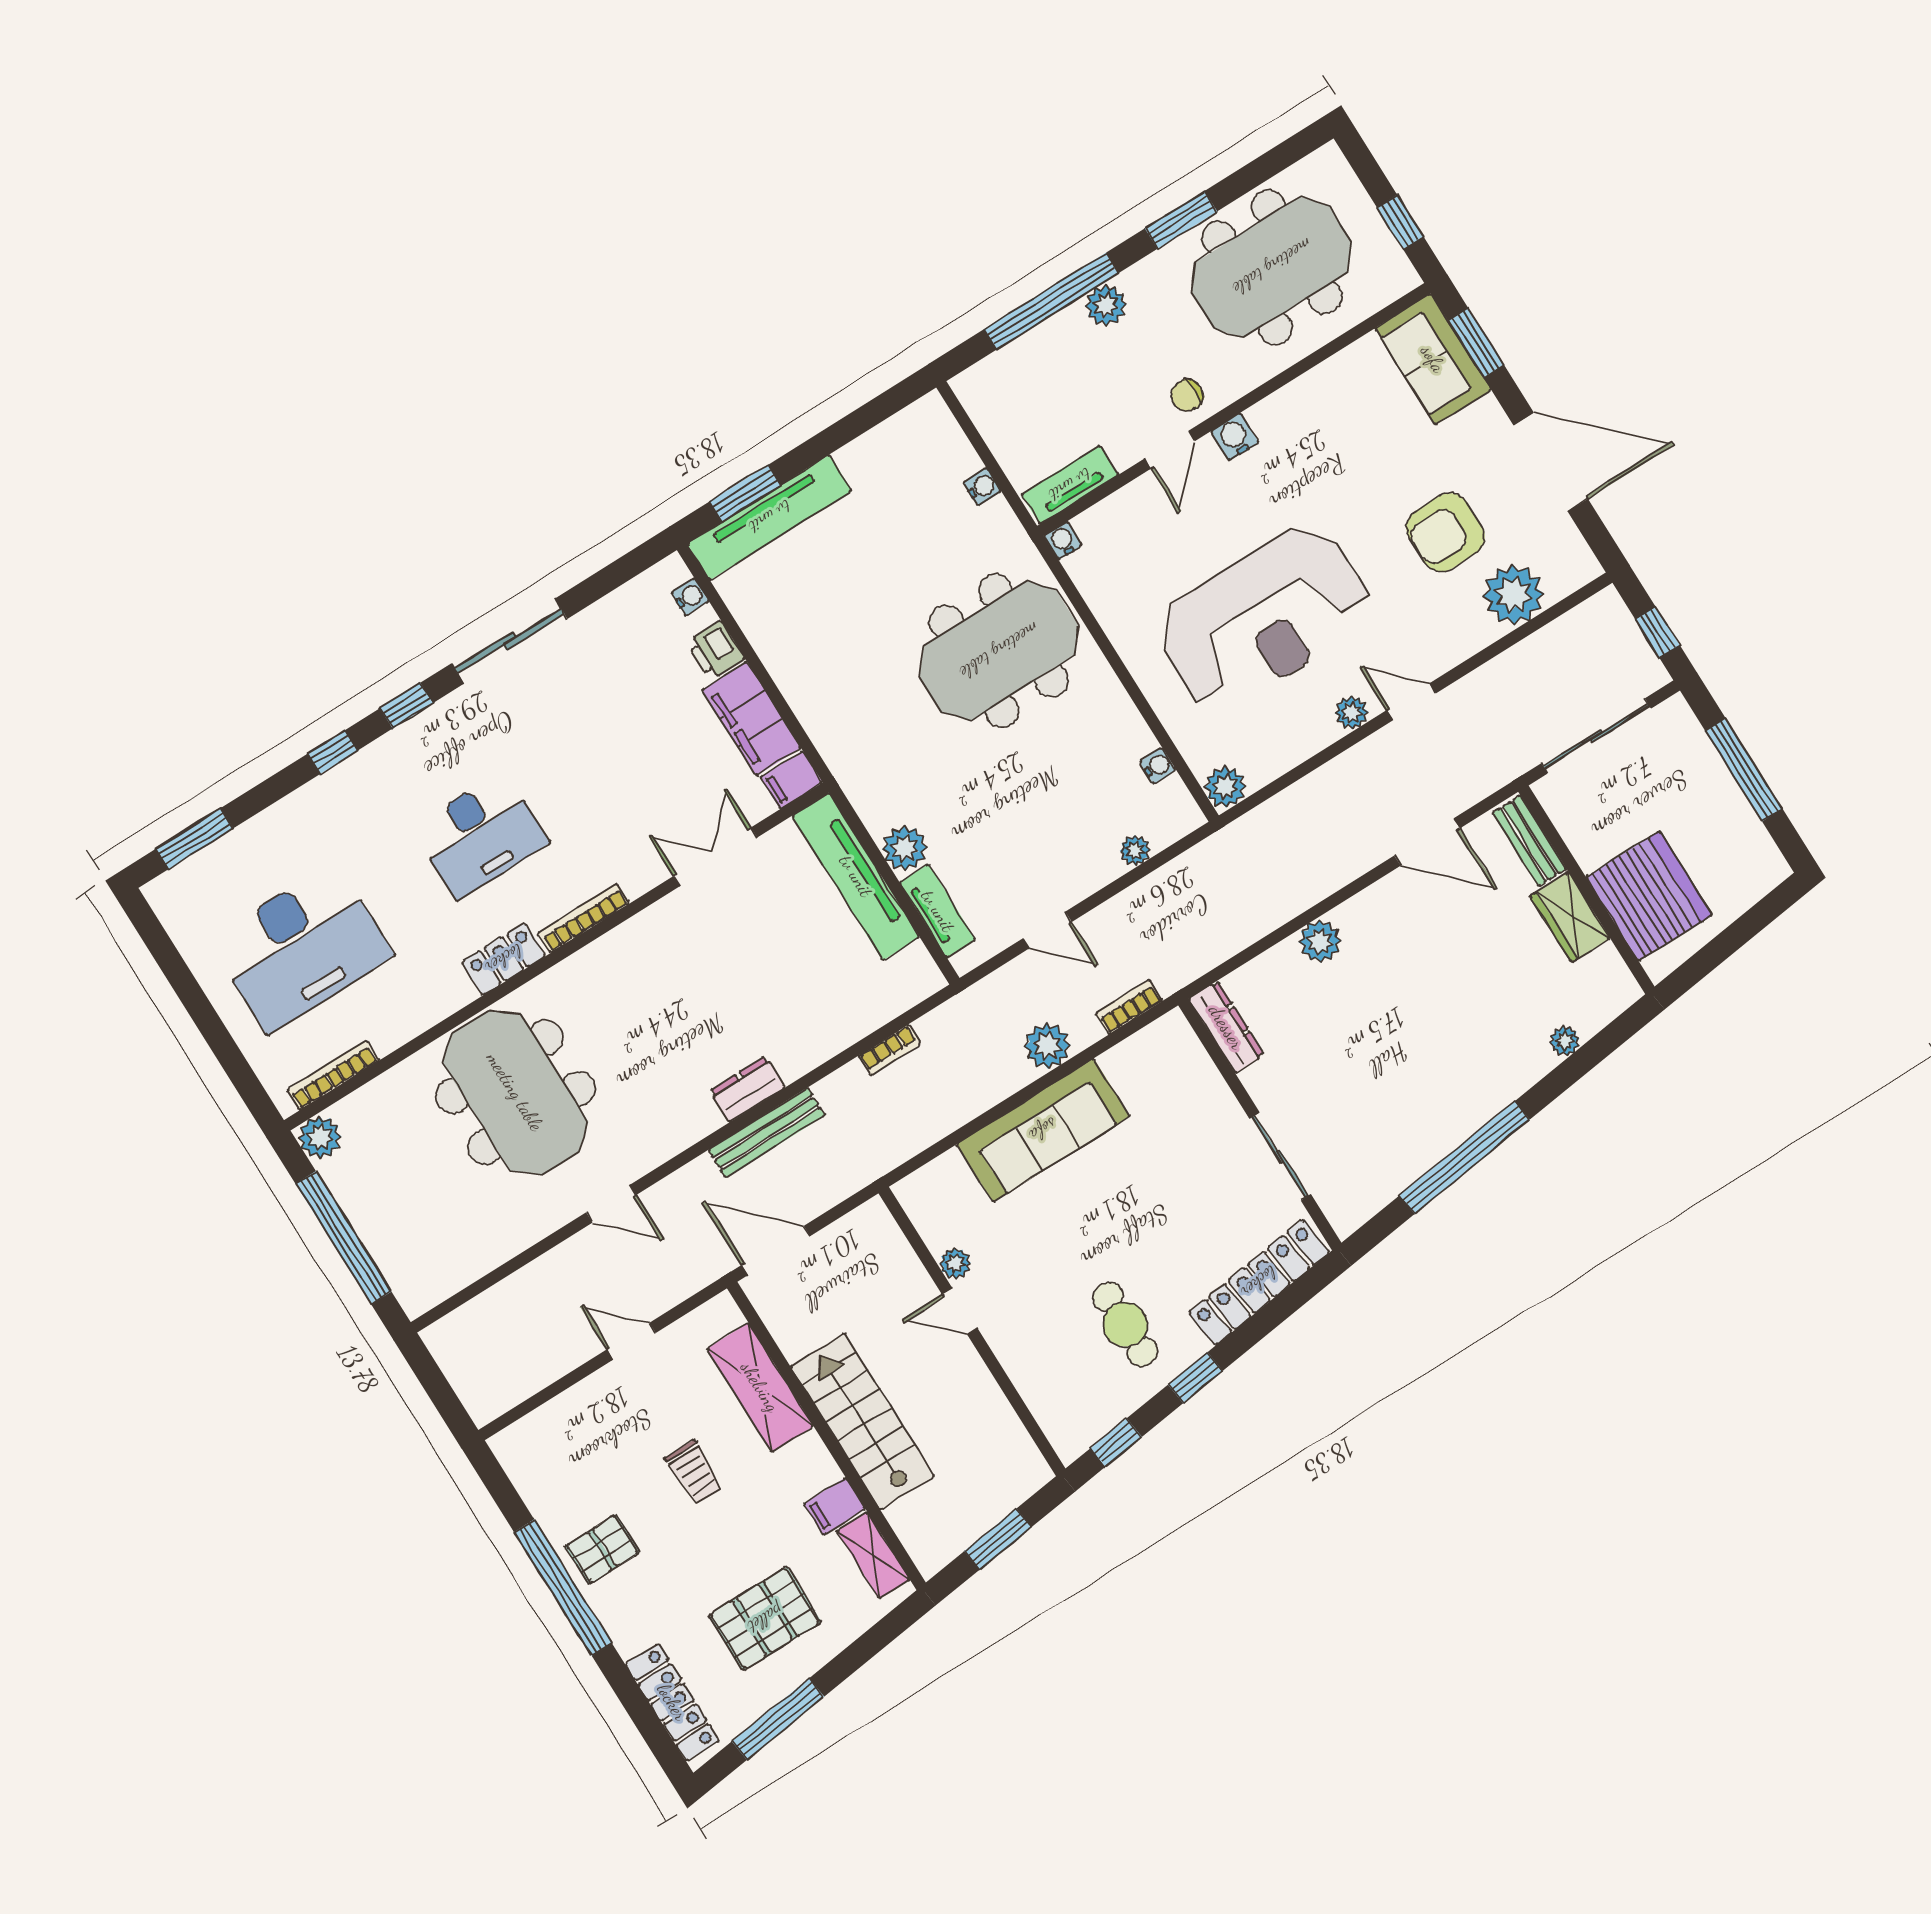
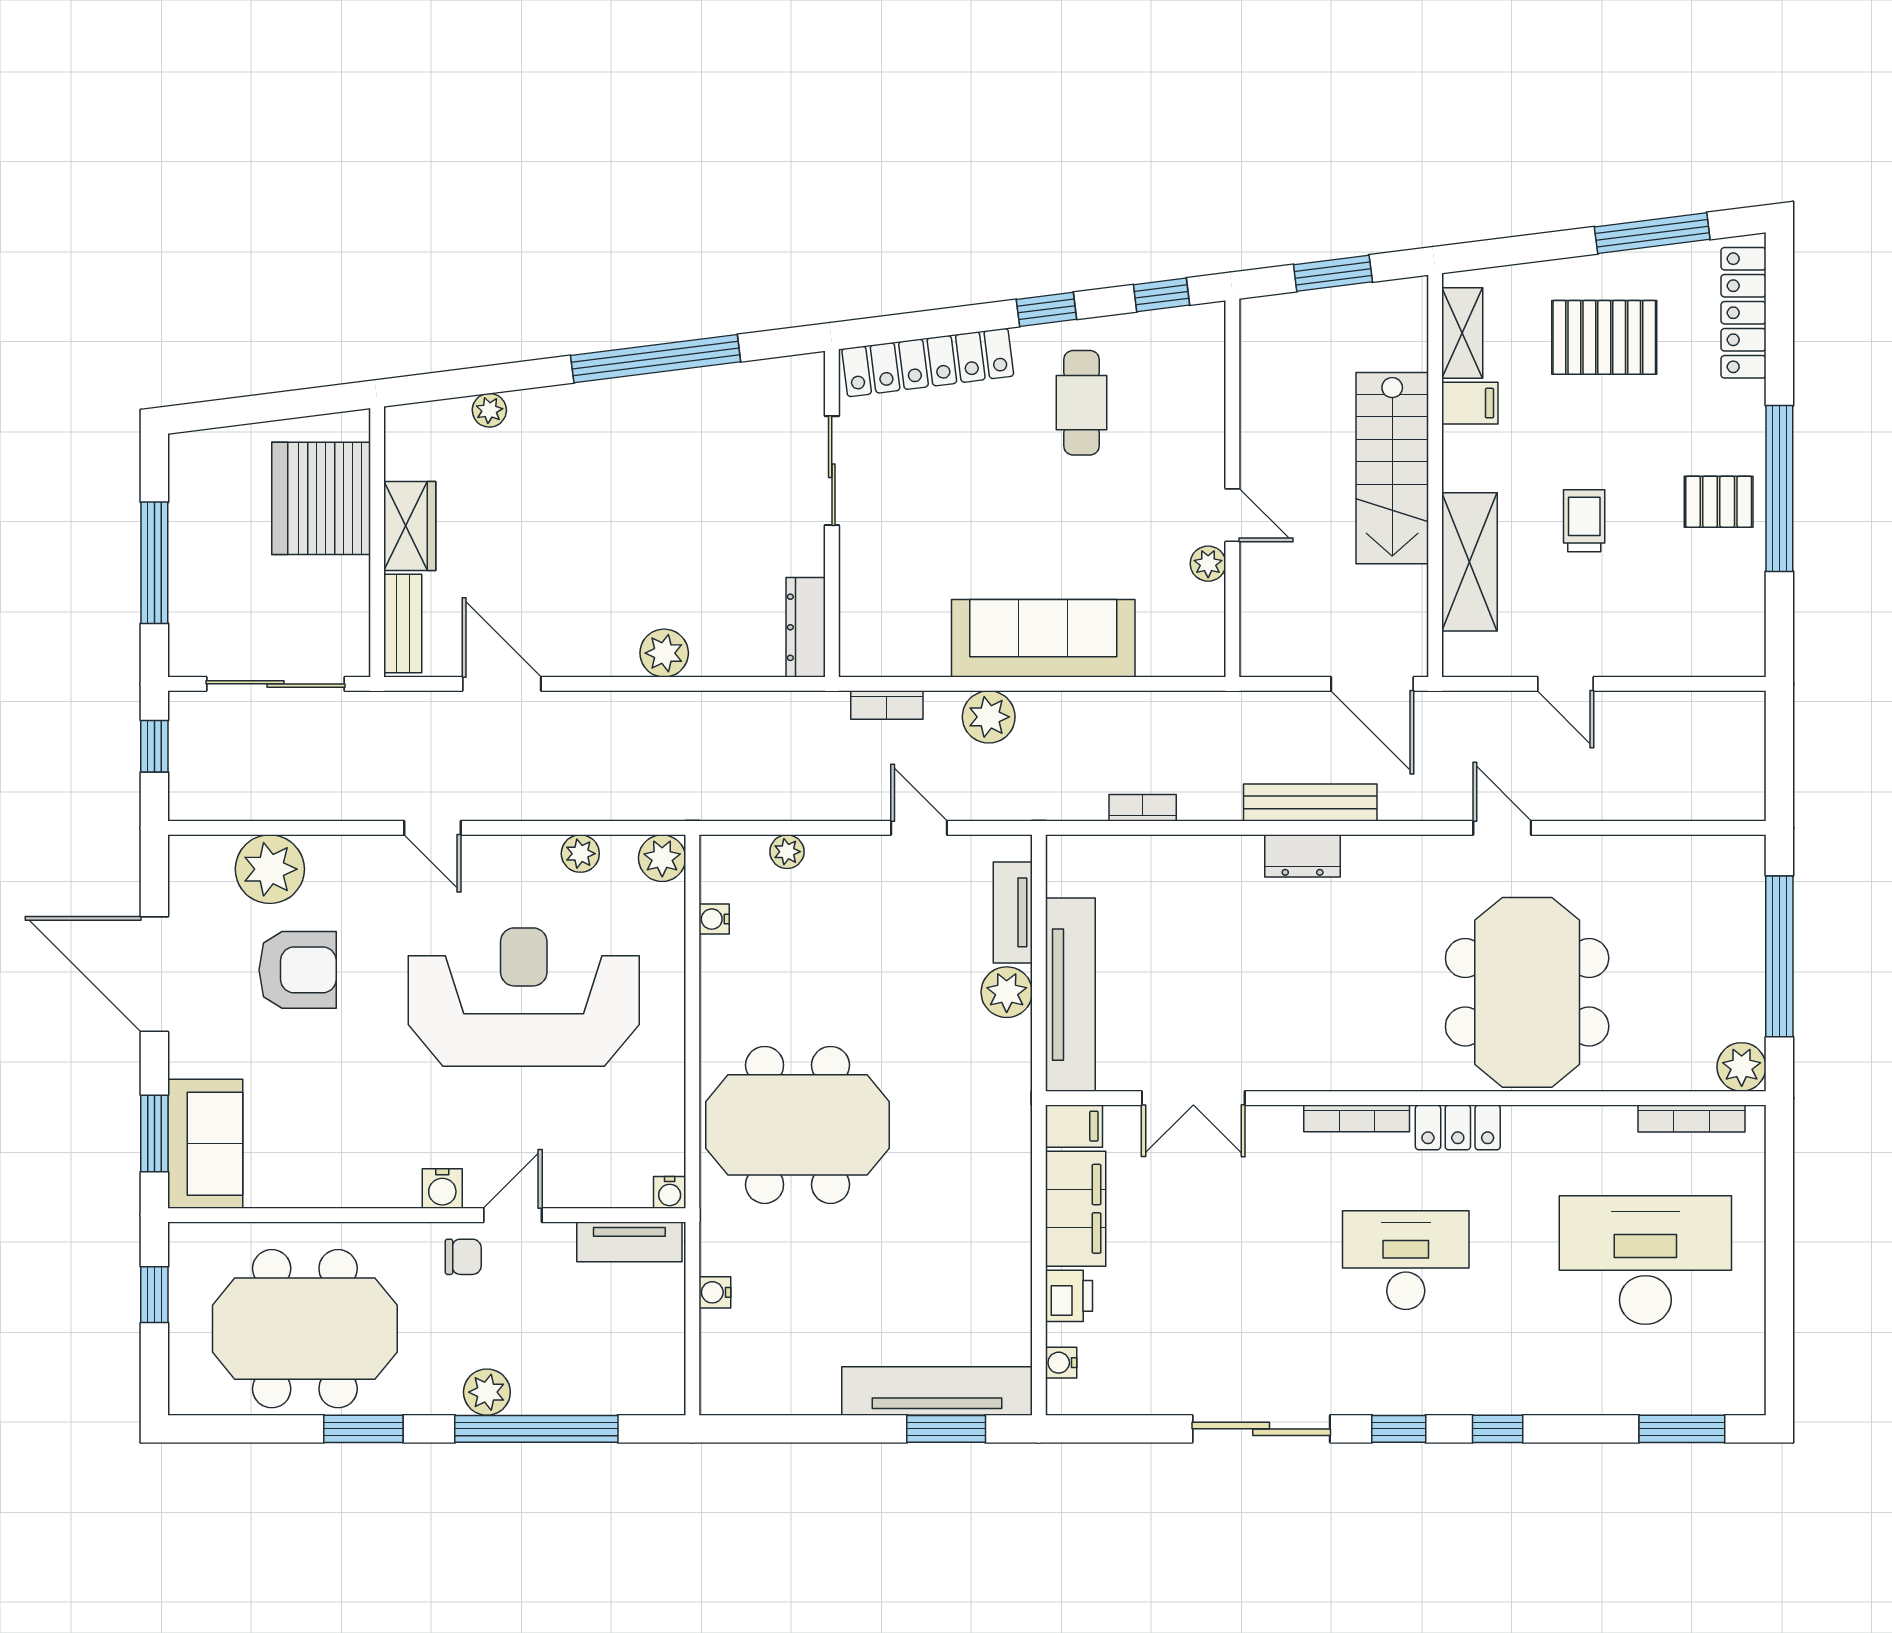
plant: (1352, 712) -> (580, 854), moved

